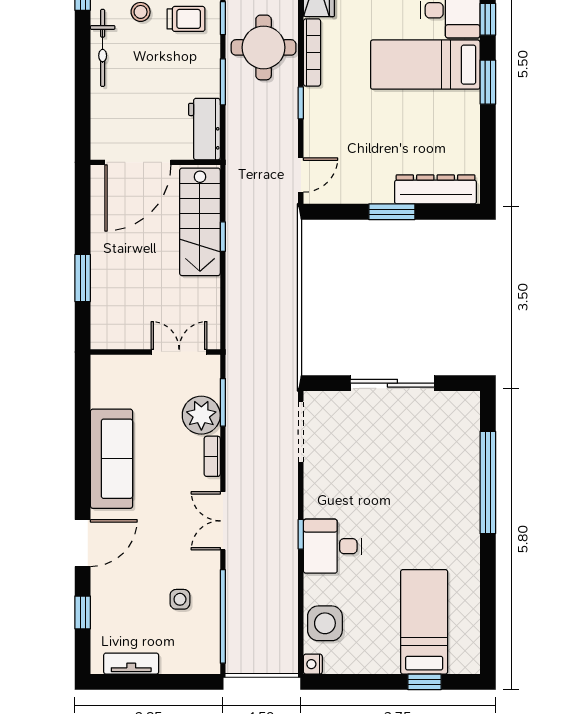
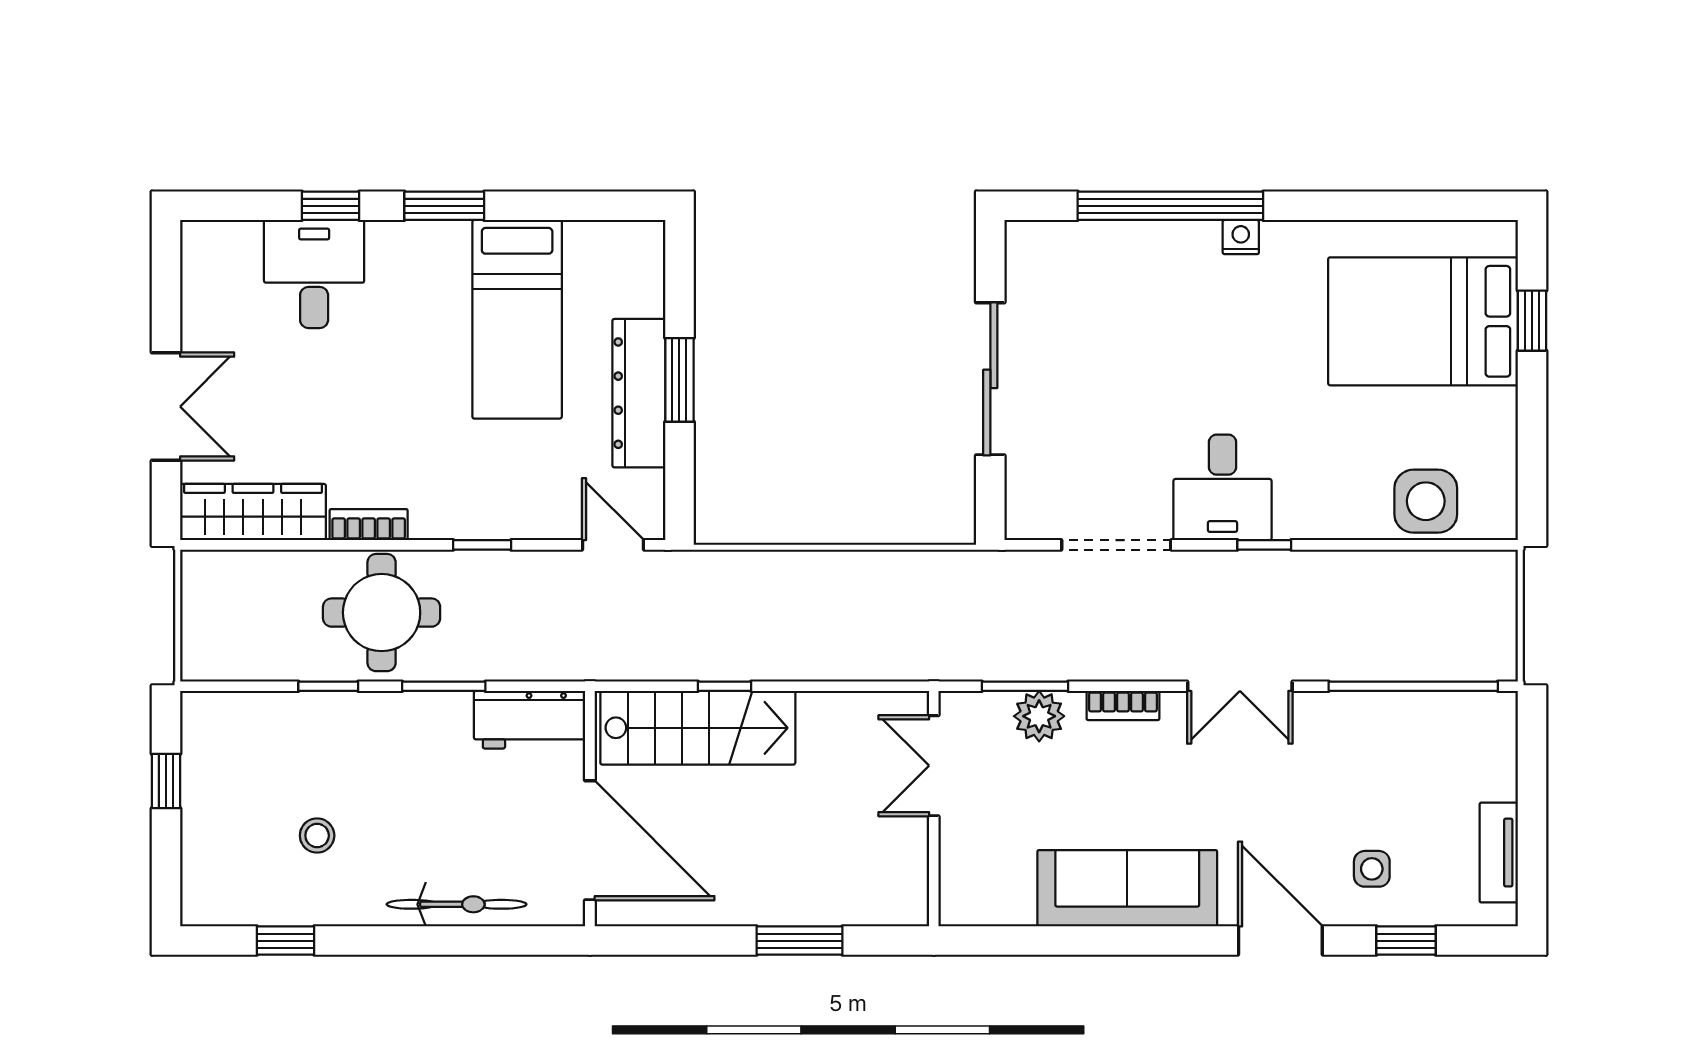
trolley: (186, 19) -> (330, 753), removed
bicycle: (103, 48) -> (457, 904), moved
bookcase: (312, 52) -> (369, 525), width x0.64
bed: (425, 65) -> (517, 319), moved
dresser: (436, 189) -> (639, 393), moved
plant: (201, 415) -> (1039, 716), width x0.73, depth x0.73
doorway: (301, 432) -> (1116, 545), moved
desk: (333, 546) -> (1222, 487), moved
side table: (180, 599) -> (1372, 869), moved
bed: (424, 622) -> (1423, 321), width x1.50
nightstand: (313, 664) -> (1241, 237), moved, turned 180

